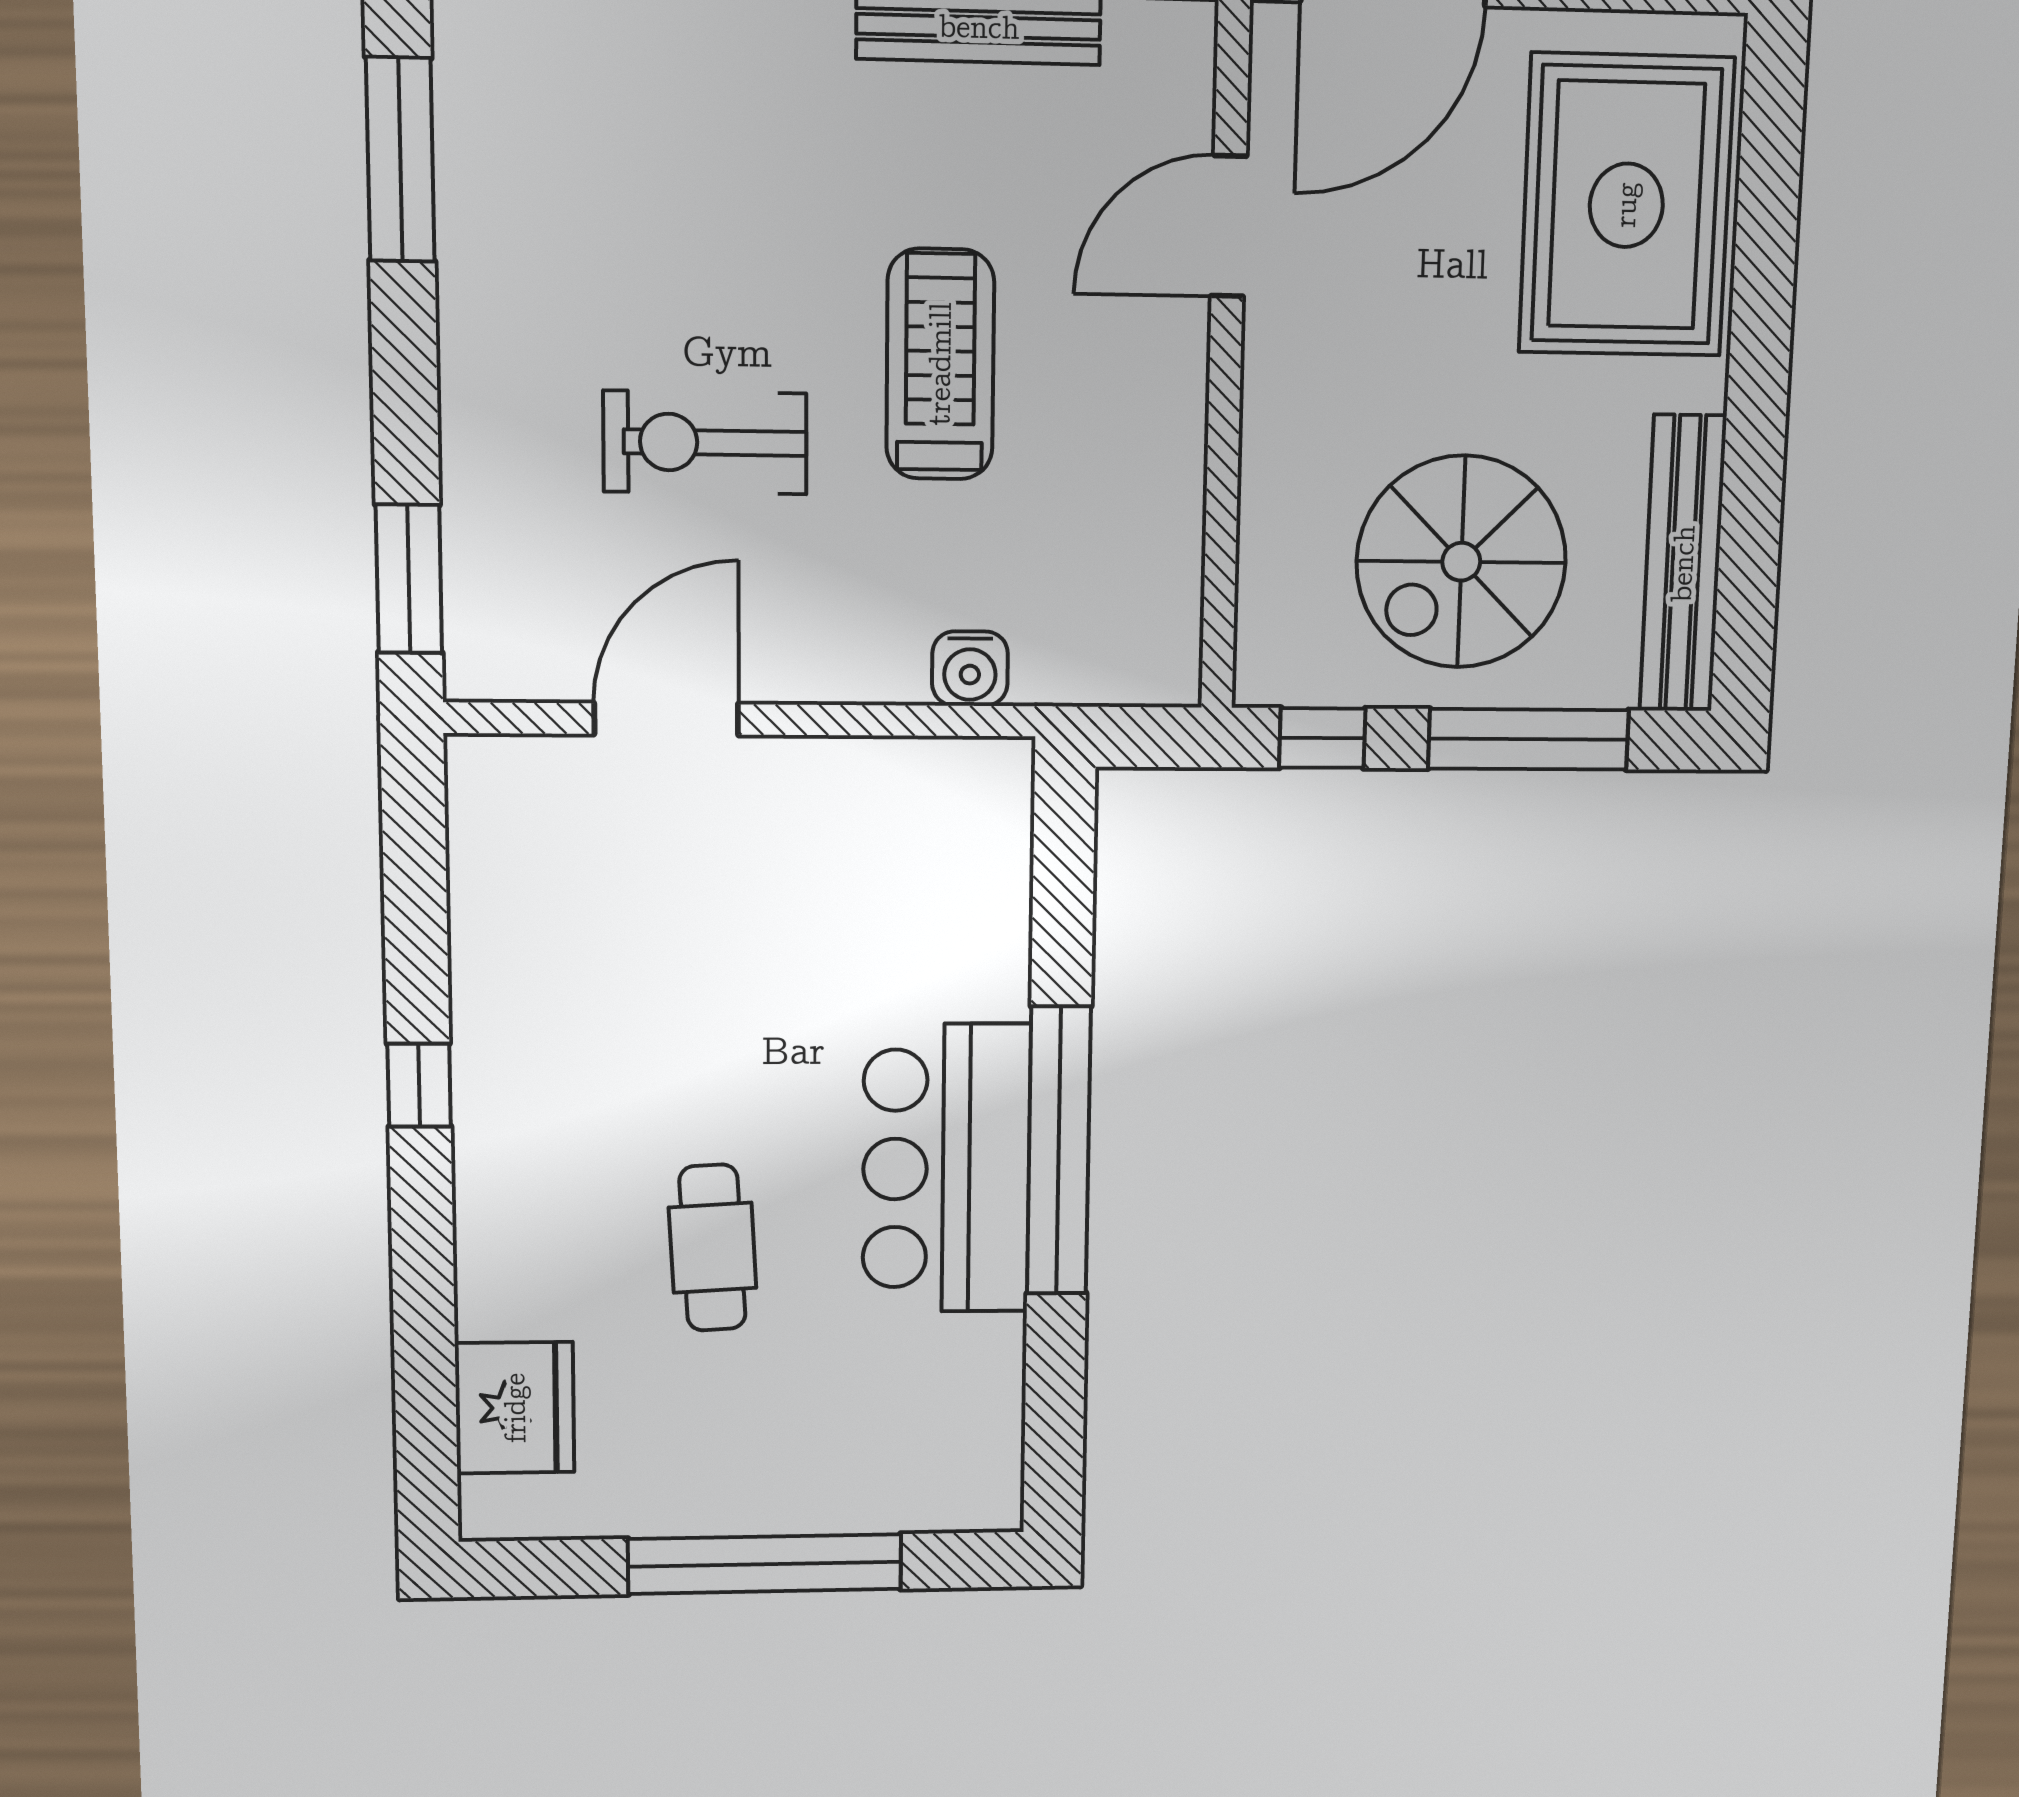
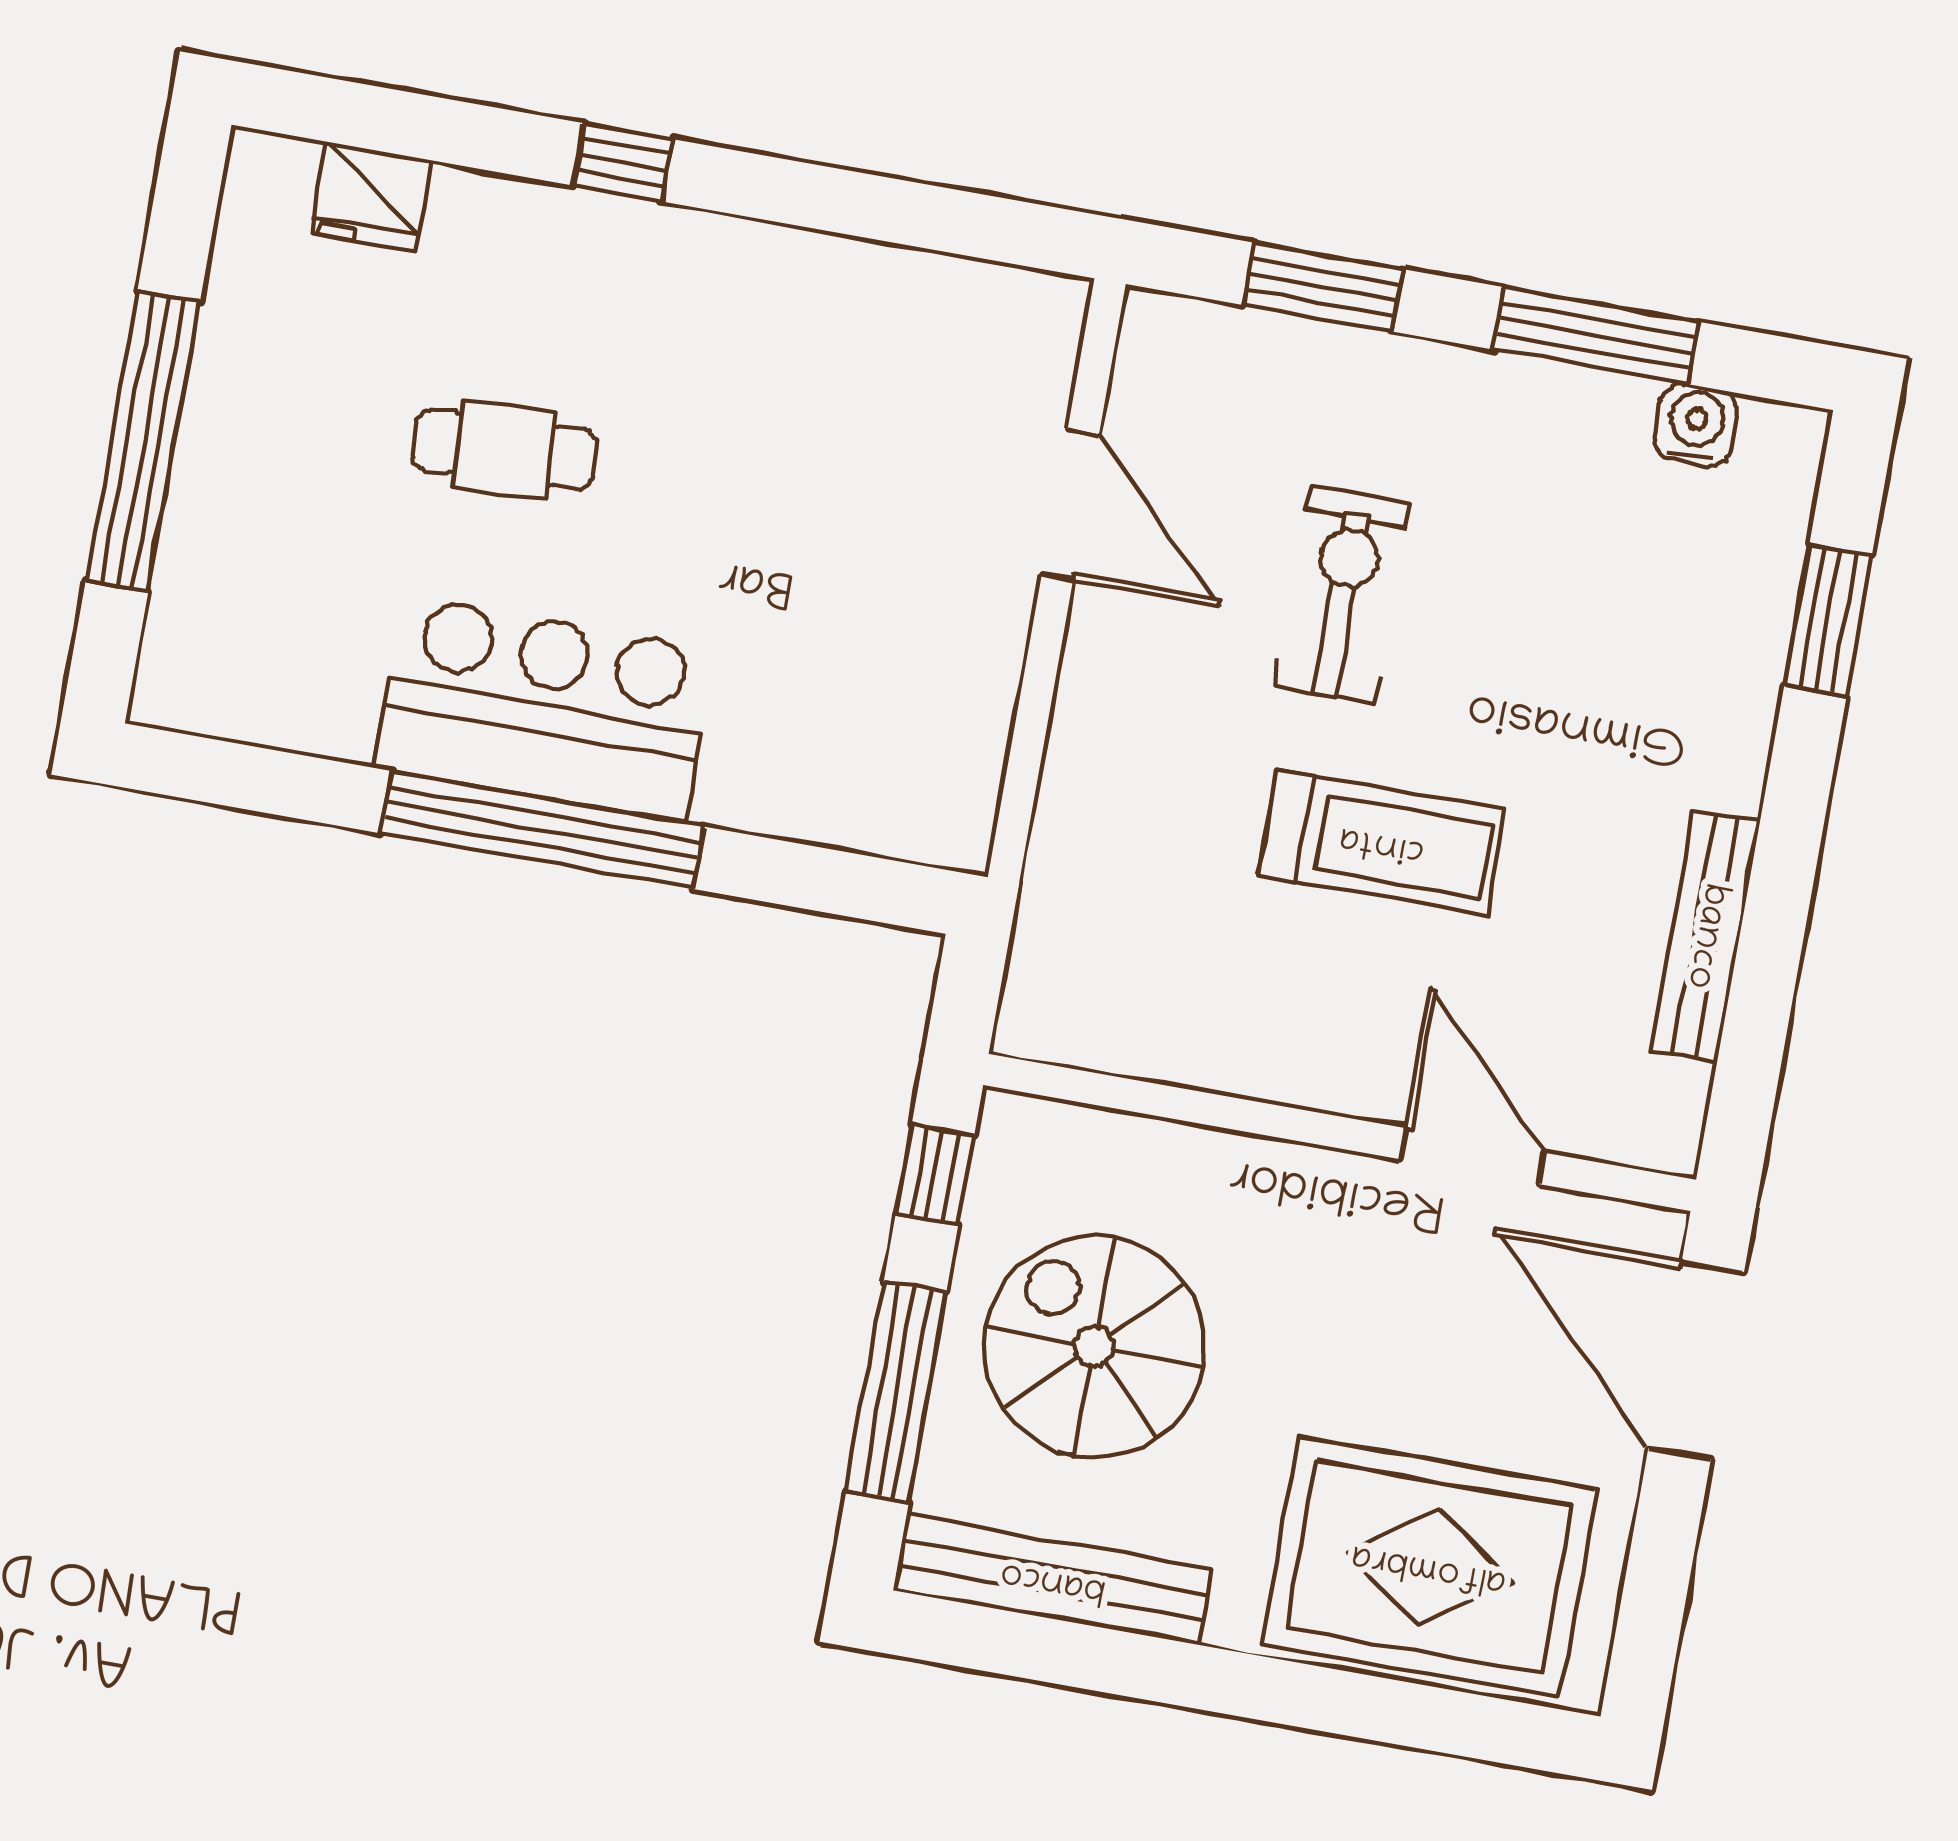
window: (400, 160) -> (1596, 336), moved
window: (409, 579) -> (1323, 287), moved
water cooler: (970, 669) -> (1696, 425), moved, turned 90
window: (419, 1085) -> (623, 162), moved
fridge: (515, 1408) -> (371, 197), width x0.73, depth x0.75

